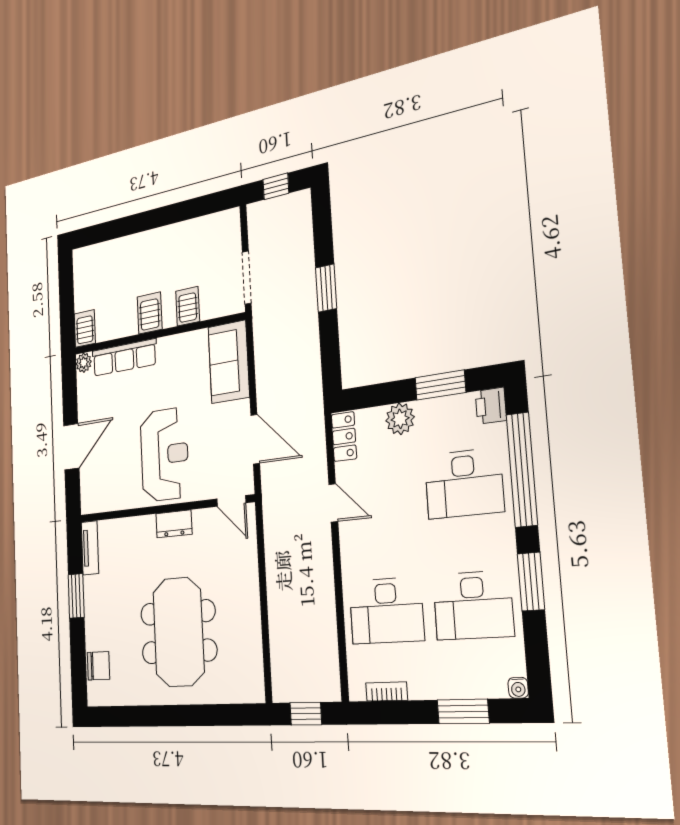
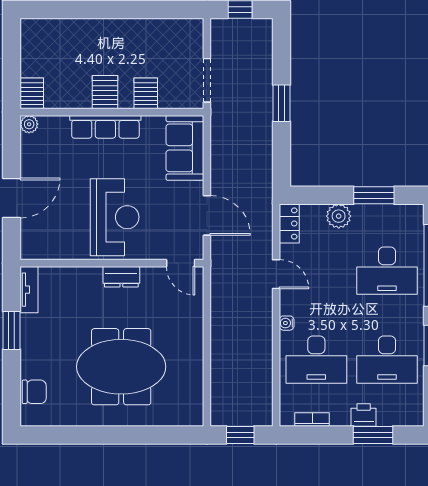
row of seats: (124, 357) -> (105, 127), moved
printer: (491, 406) -> (364, 415), moved, turned 90
meeting table: (178, 632) -> (121, 367), turned 90
water cooler: (518, 688) -> (287, 323), moved, turned 90

